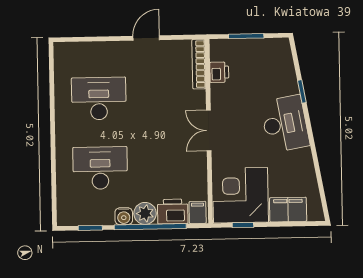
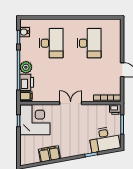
printer: (219, 72) -> (115, 109), moved
desk: (285, 124) -> (104, 139), moved
filing cabinet: (288, 210) -> (49, 154), moved, turned -100
water cooler: (124, 216) -> (25, 32), moved

